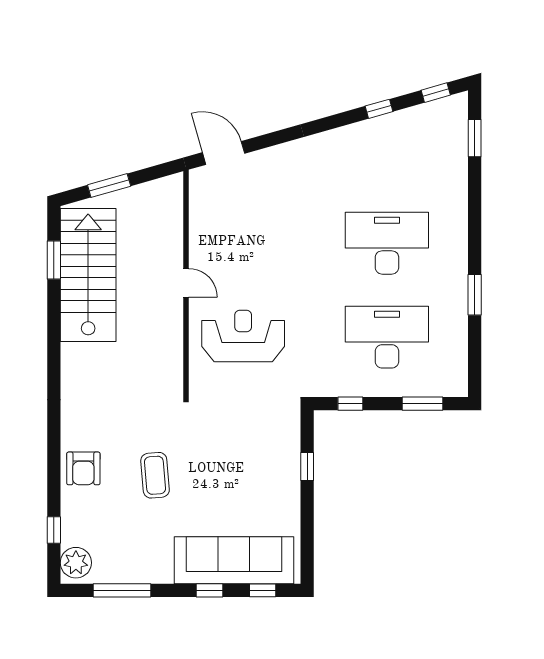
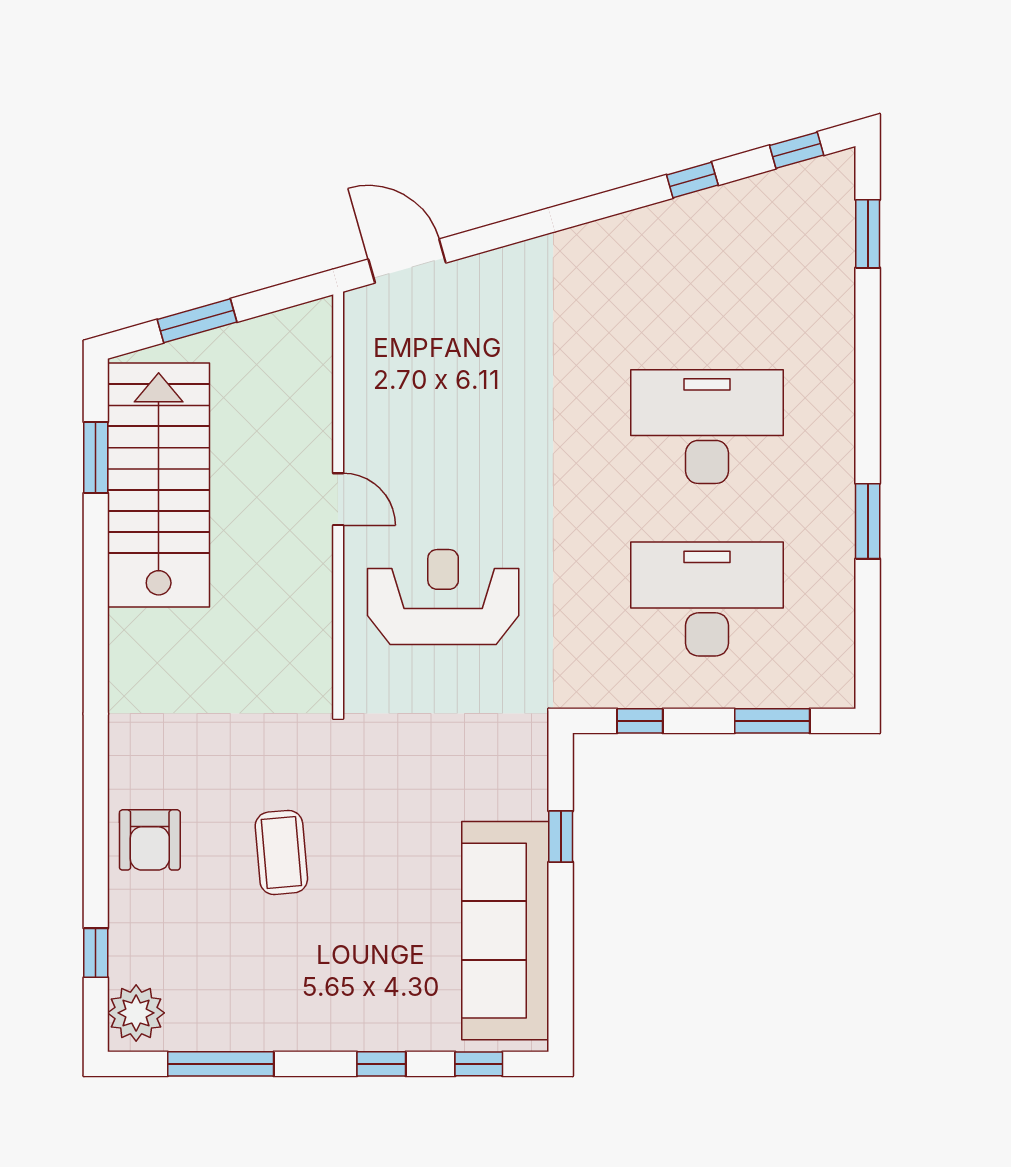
sofa: (234, 560) -> (505, 931), moved, turned -90

